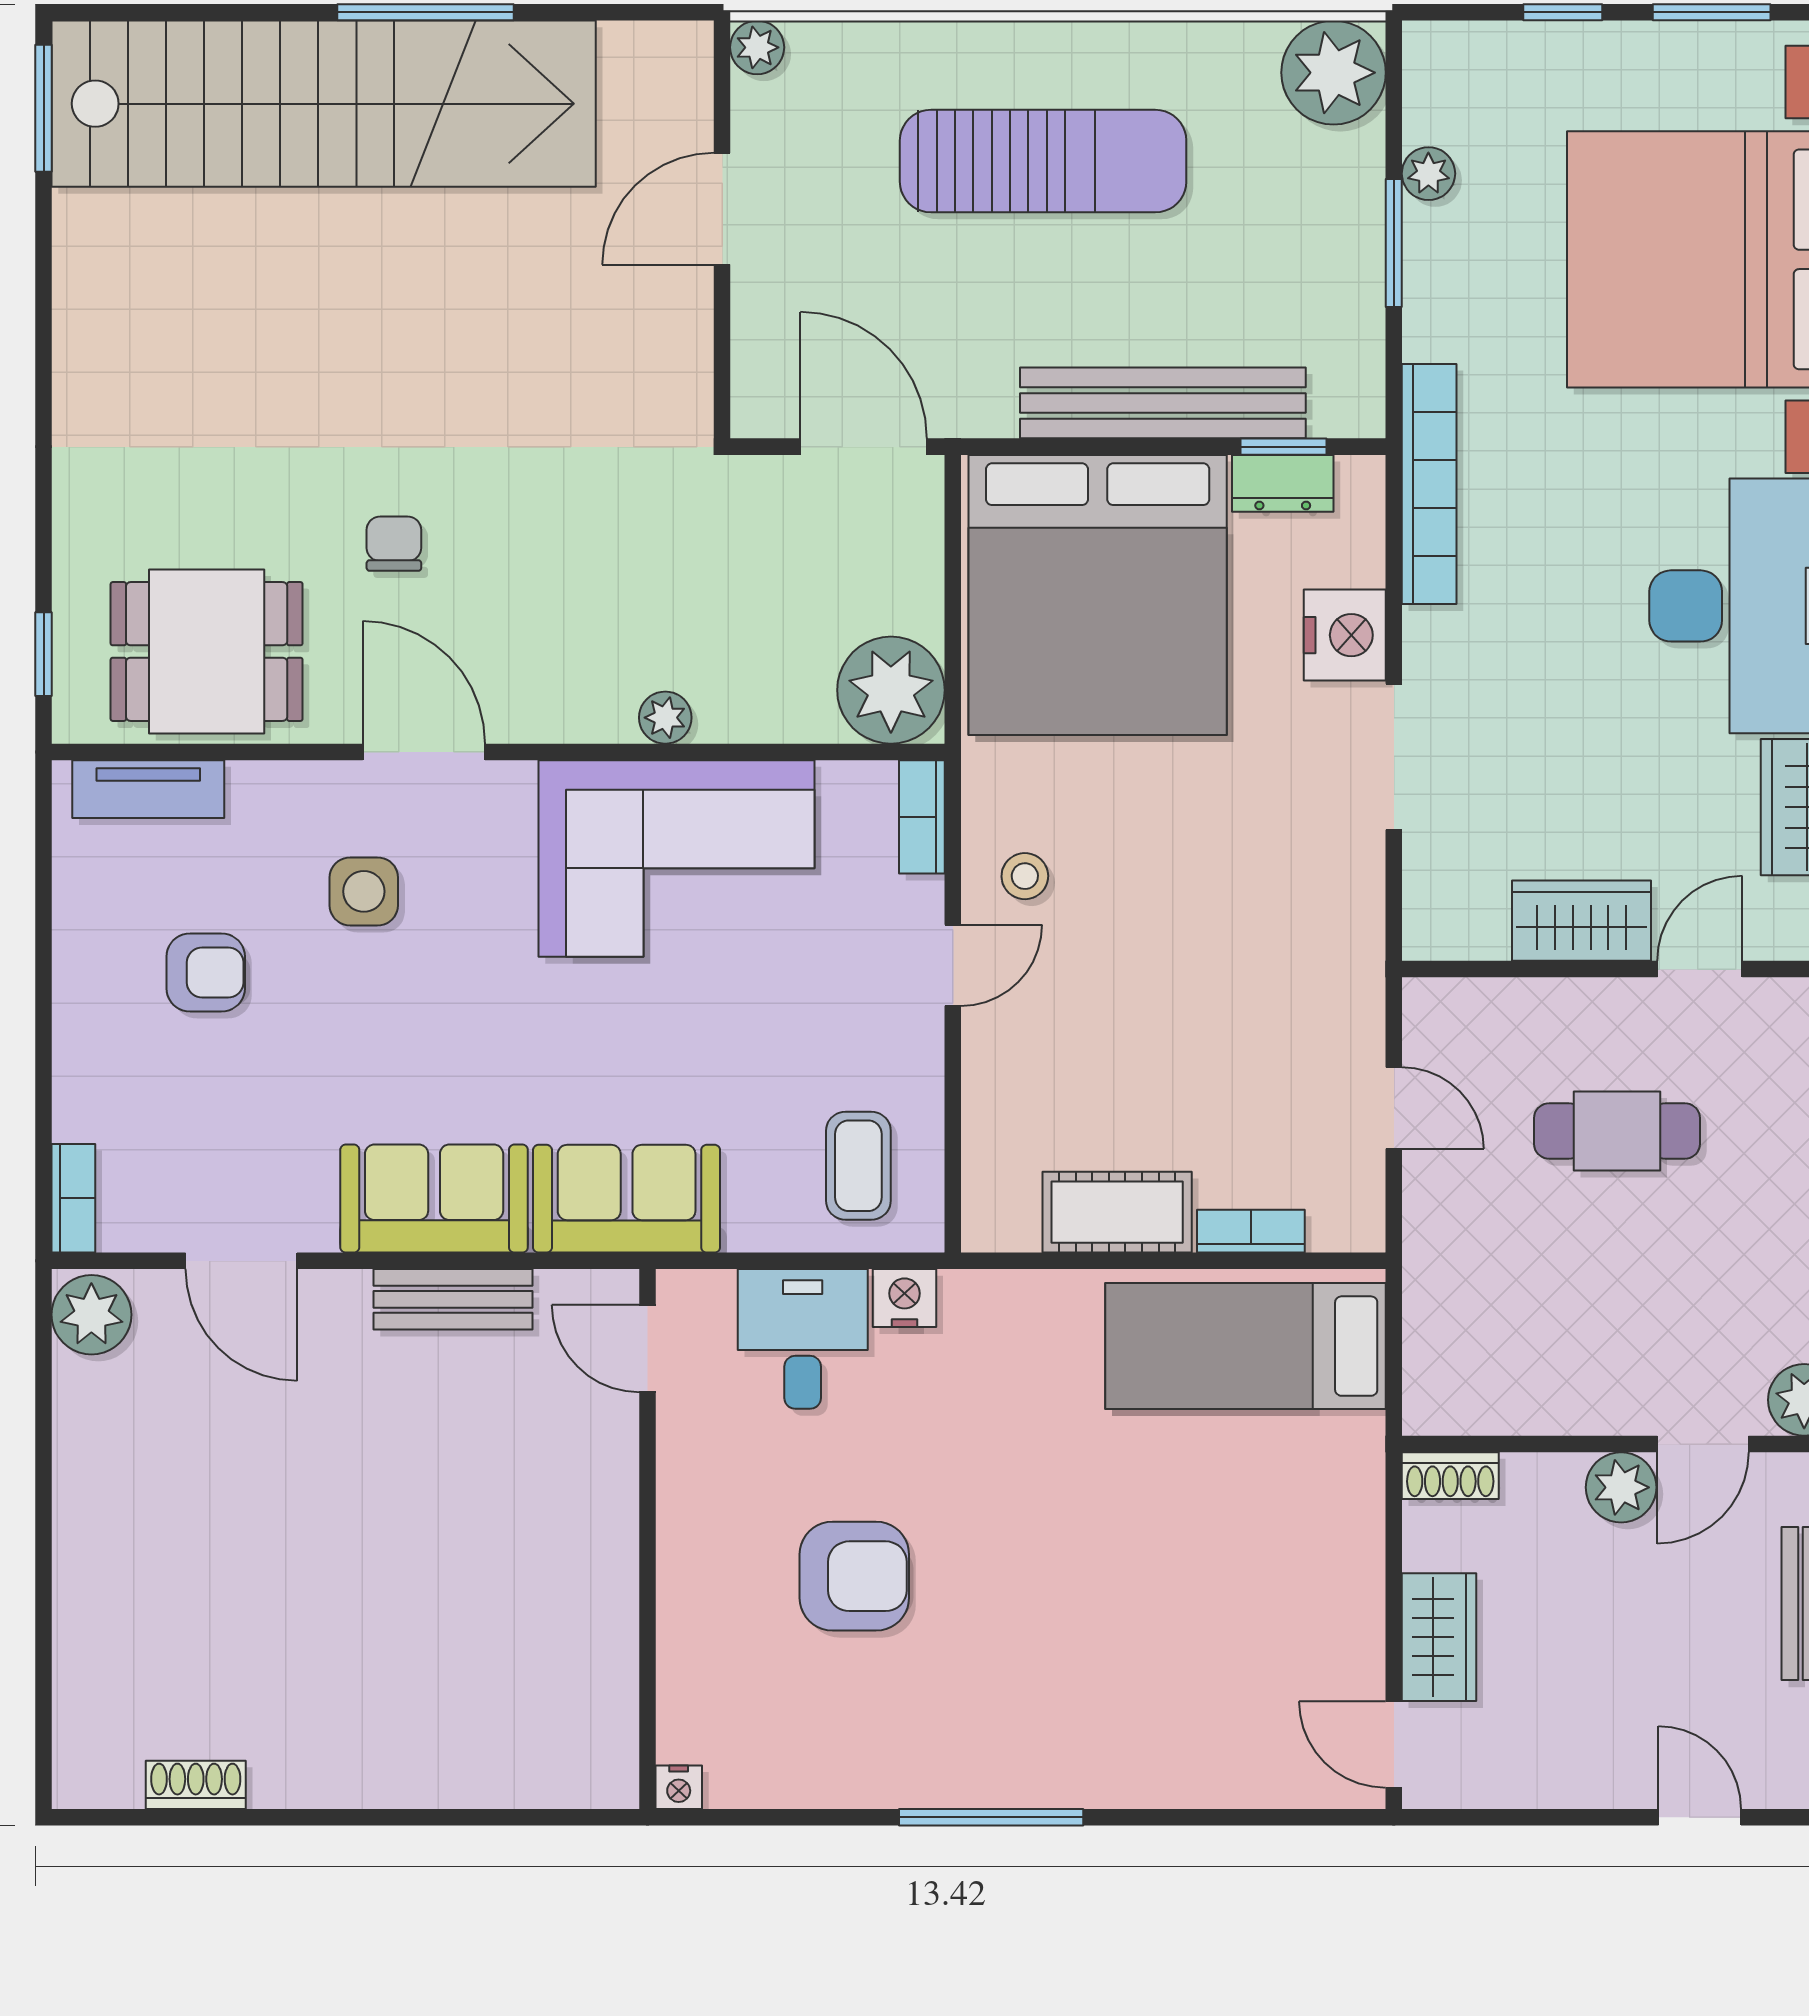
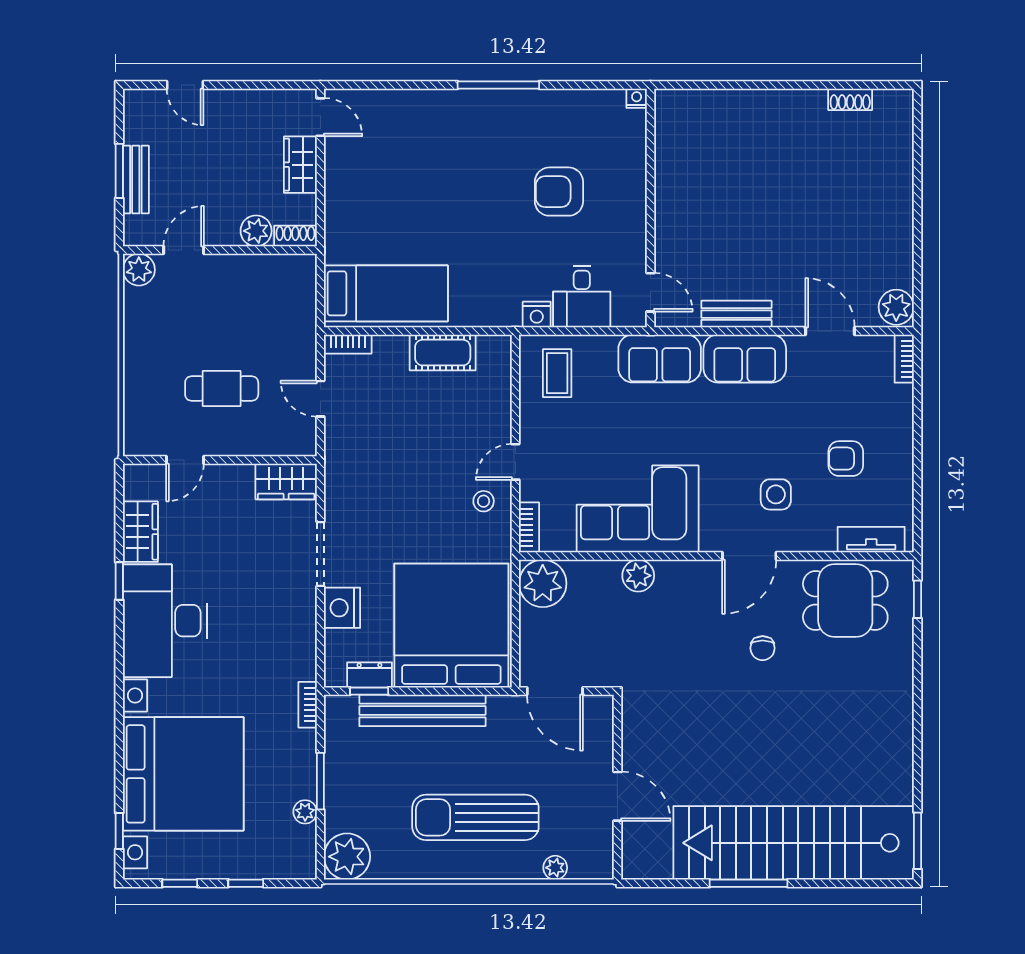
window: (1712, 12) -> (180, 883), width x0.67
plant: (757, 47) -> (555, 868), moved
door: (722, 209) -> (617, 796), hinge flipped
bookcase: (1429, 484) -> (308, 705), width x0.43, depth x0.76
plant: (665, 718) -> (638, 576), width x1.38, depth x1.38
door: (424, 752) -> (749, 556), hinge flipped
wardrobe: (1582, 921) -> (286, 481), moved
bookcase: (1251, 1231) -> (348, 344), moved
plant: (1621, 1487) -> (256, 231), moved

